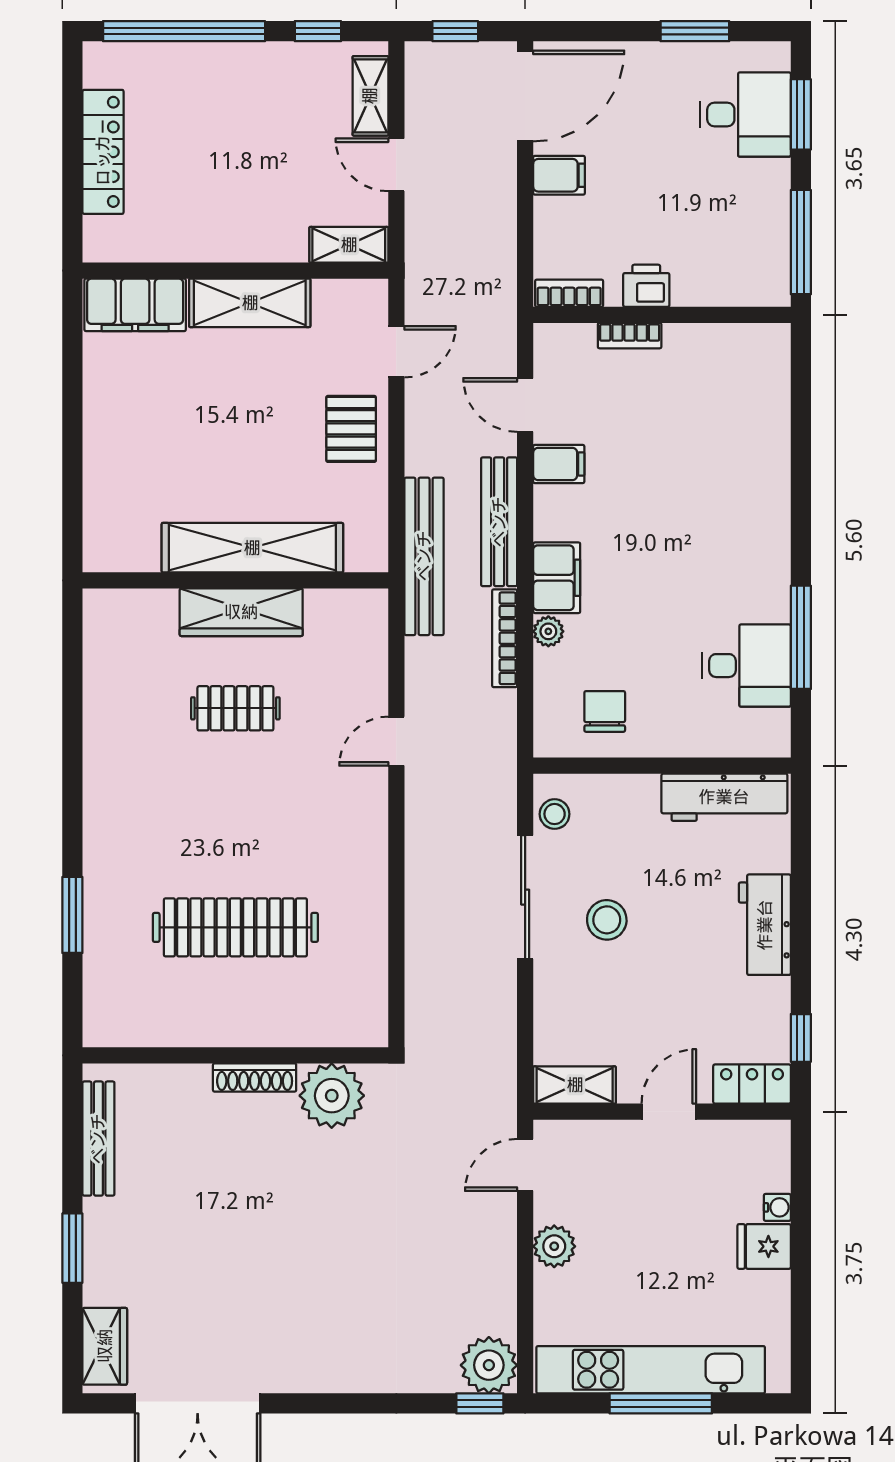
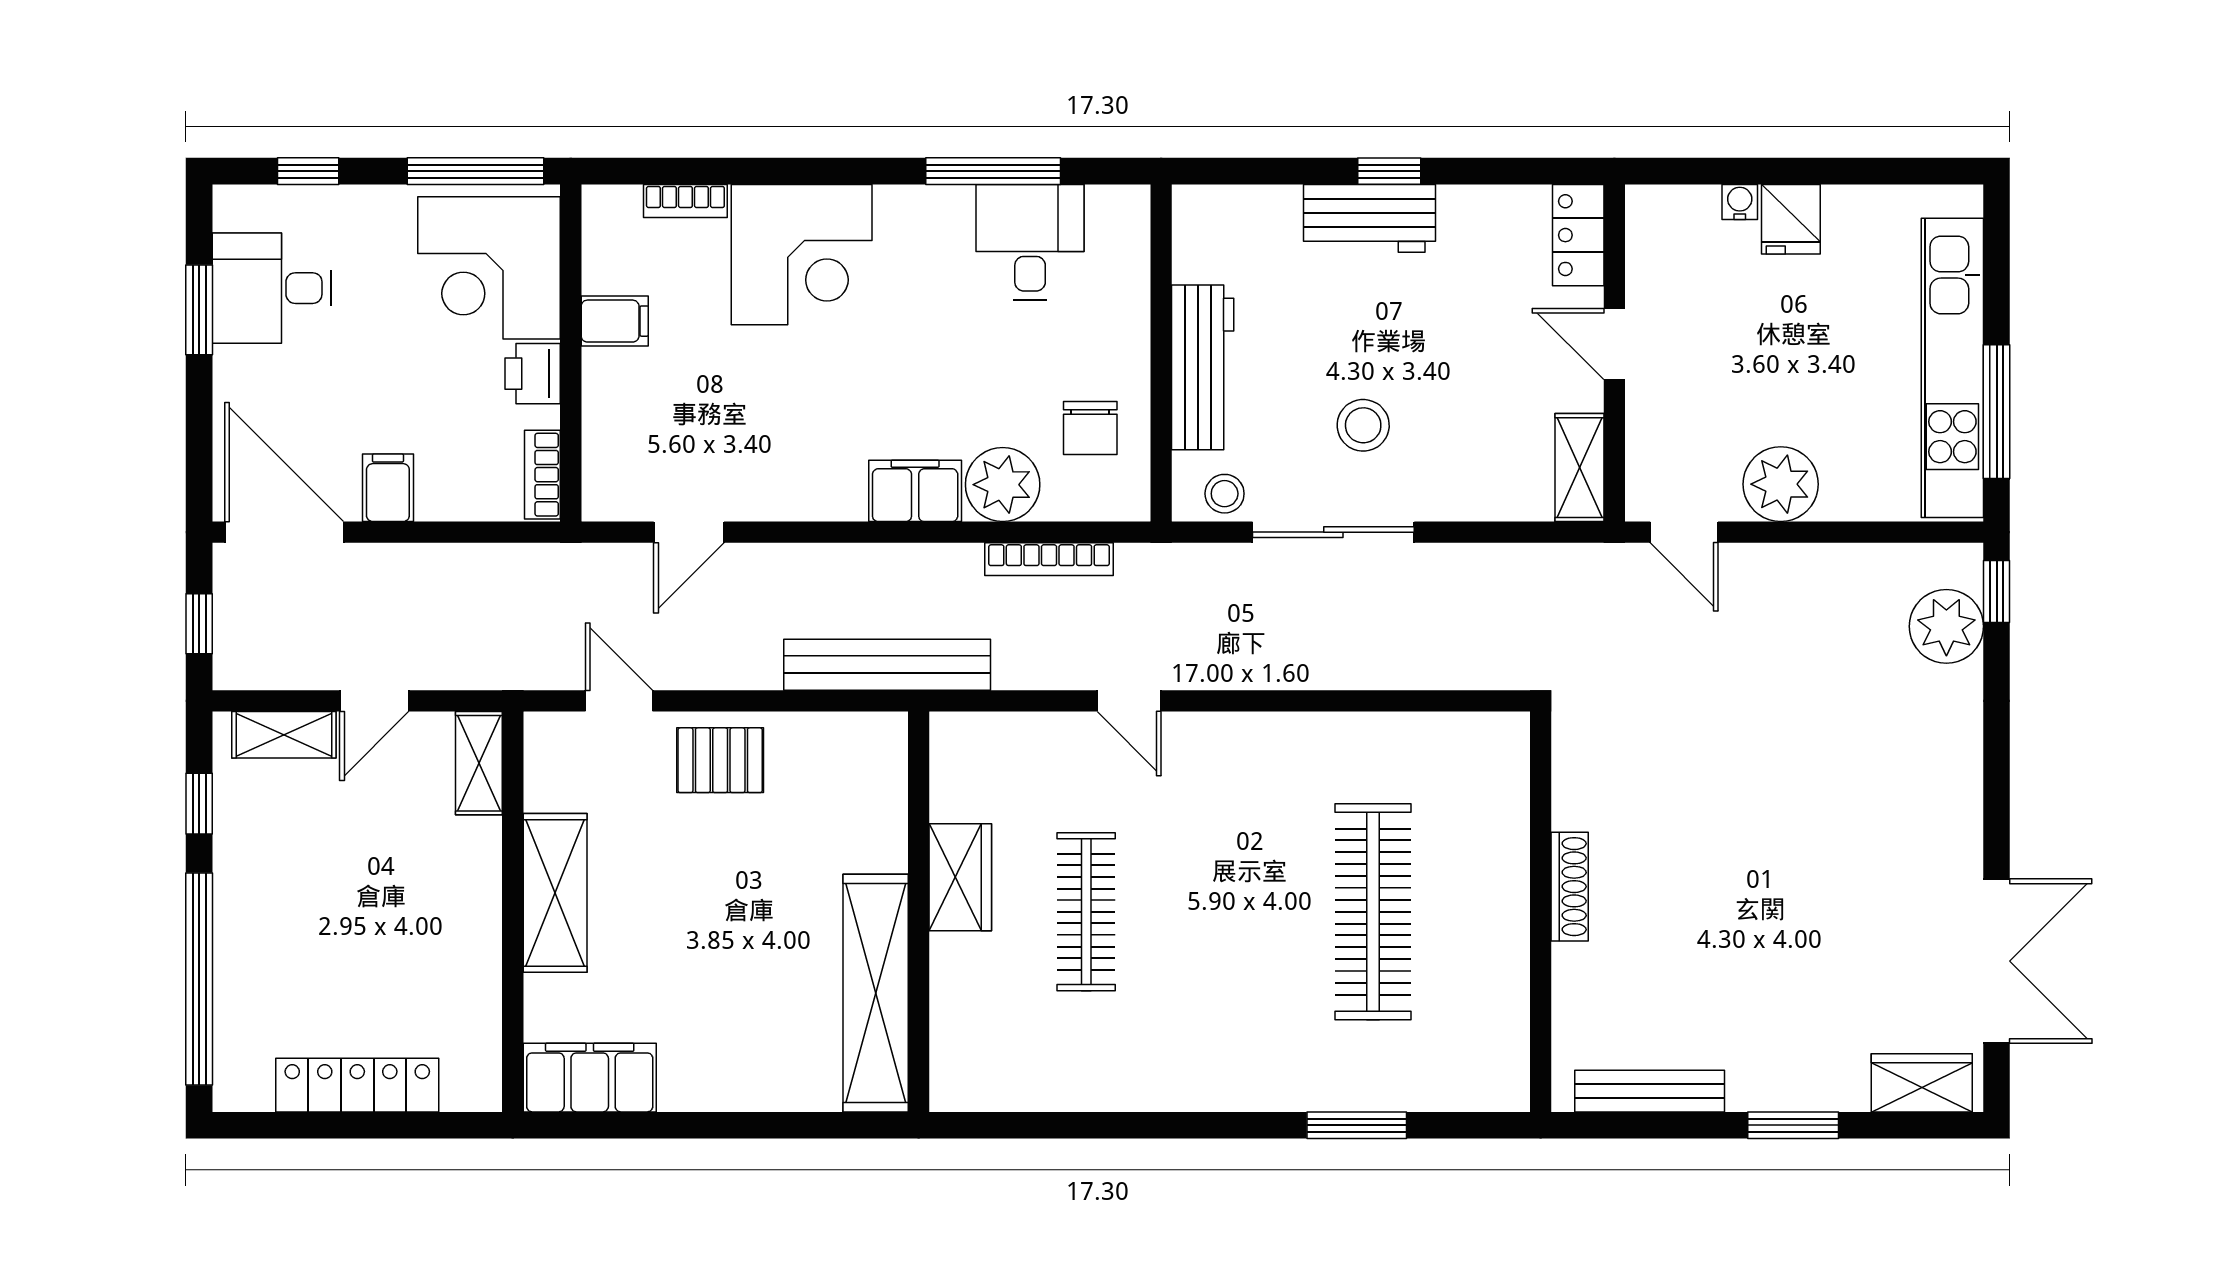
desk: (745, 114) -> (272, 288), moved, turned -90
window: (801, 114) -> (308, 171), width x0.67
corner desk: (727, 252) -> (489, 268), added
filing cabinet: (135, 305) -> (590, 1078), moved, turned -90
bookcase: (630, 336) -> (685, 201), moved, turned 90
filing cabinet: (559, 464) -> (615, 321), moved, turned 90
corner desk: (737, 491) -> (802, 255), added
bench: (499, 522) -> (842, 566), removed
shelving: (252, 548) -> (876, 993), moved
wardrobe: (241, 612) -> (960, 877), width x0.67
plant: (548, 631) -> (1003, 485), width x1.88, depth x1.88
bookcase: (505, 638) -> (1049, 559), moved
clothes rail: (235, 708) -> (1086, 912), width x1.36
chair: (605, 711) -> (1090, 428), turned -90
workbench: (724, 797) -> (1203, 367), moved
window: (801, 1038) -> (1389, 171), moved
plant: (332, 1096) -> (1593, 786), removed
plant: (554, 1246) -> (1781, 484), width x1.36, depth x1.36
plant: (489, 1365) -> (1946, 626), moved
window: (661, 1403) -> (1997, 412), moved

